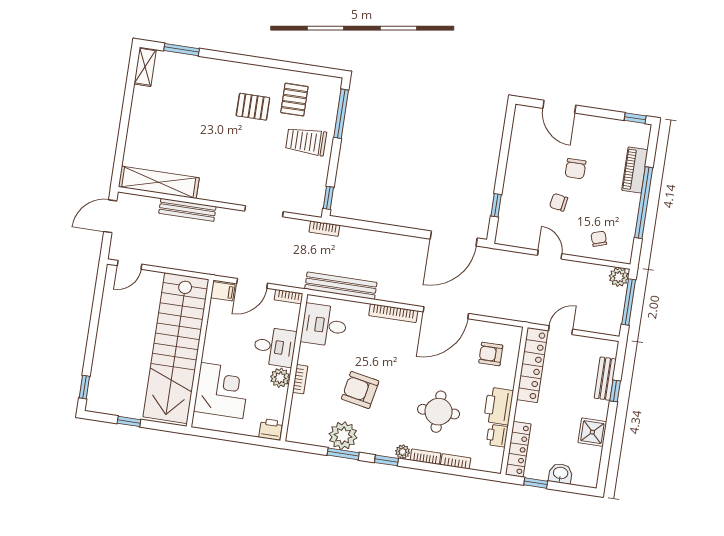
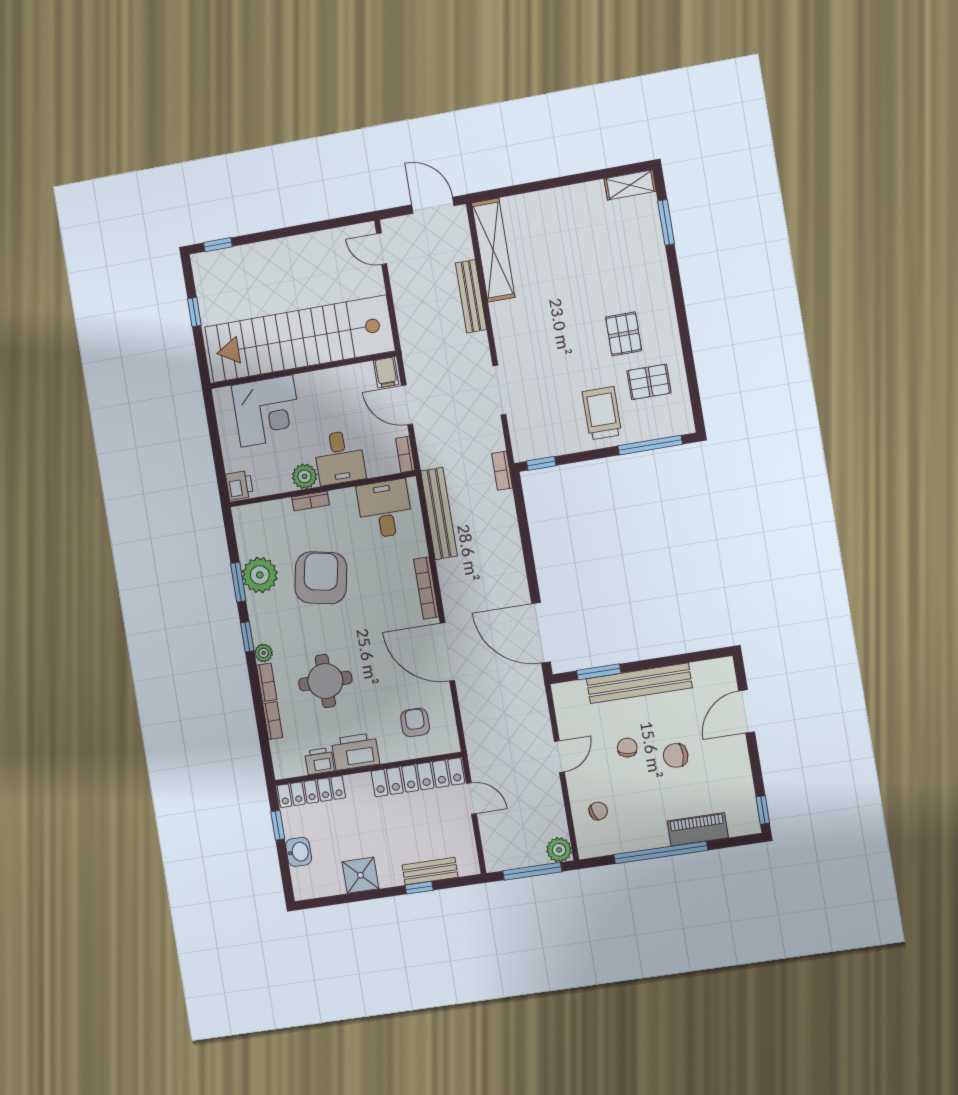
bench: (514, 178) -> (639, 683), added
window: (496, 205) -> (599, 672), width x1.50
armchair: (360, 390) -> (321, 578), width x1.36, depth x1.36

